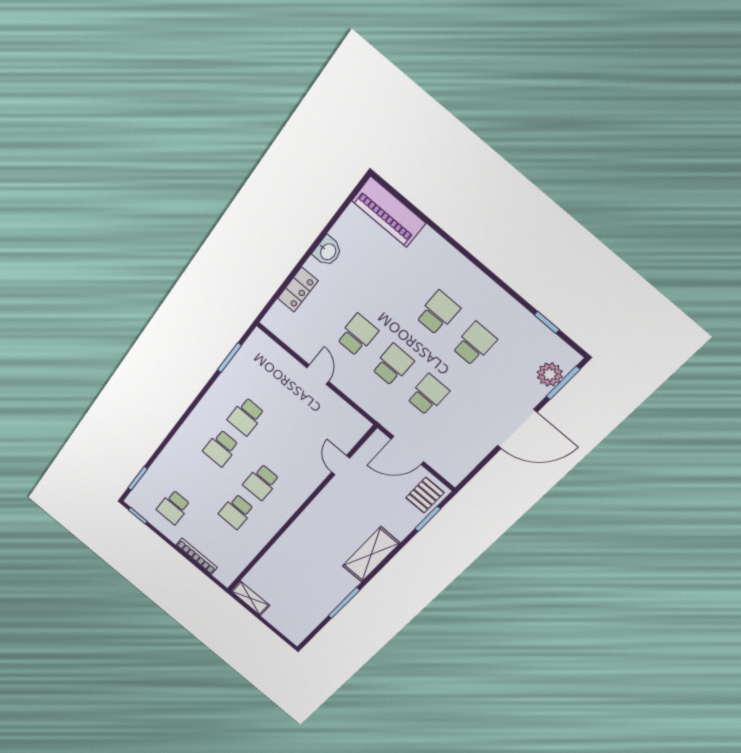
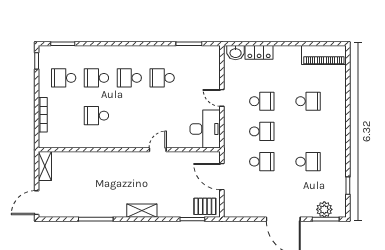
piano: (389, 212) -> (324, 55), moved, turned -90
washbasin: (328, 251) -> (236, 53), moved
school desk: (438, 313) -> (308, 101), moved
door: (318, 375) -> (222, 98), swing flipped
desk: (338, 422) -> (205, 129), added
door: (341, 465) -> (158, 150), moved
school desk: (261, 482) -> (96, 78), moved
shelving: (371, 555) -> (142, 211), width x0.67, depth x0.75
door: (281, 636) -> (37, 203), added

